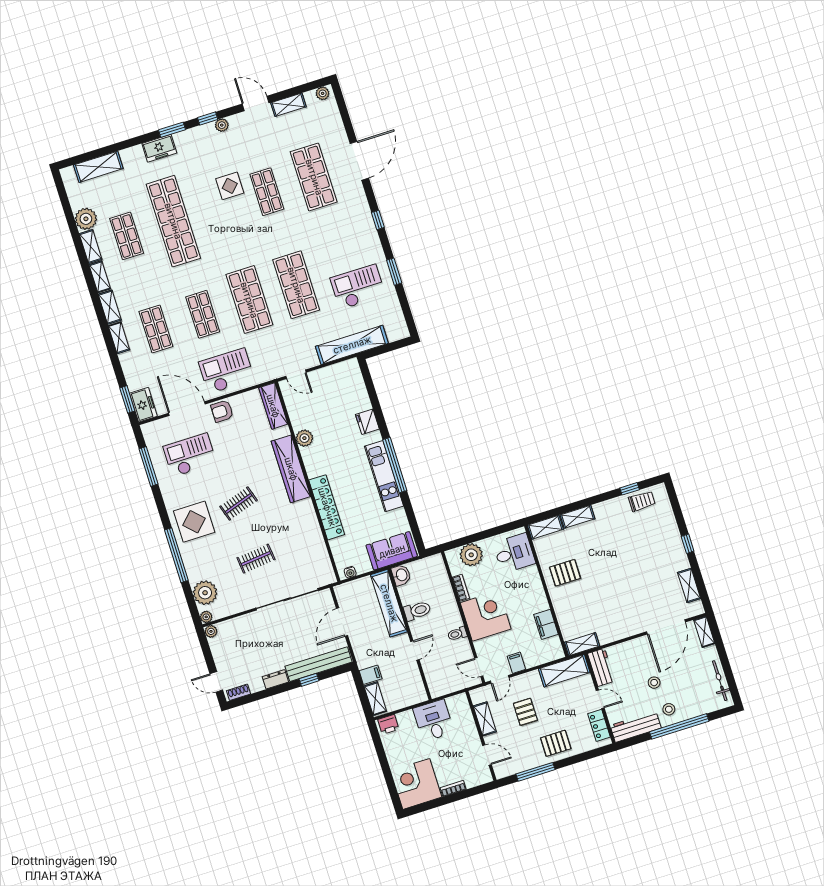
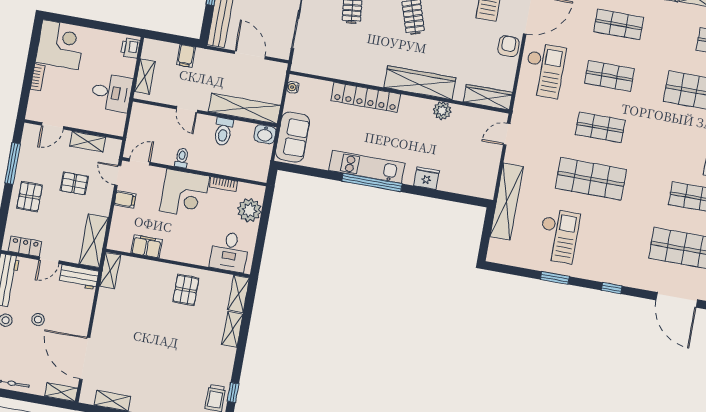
shop shelf: (249, 300) -> (600, 127), width x0.70, depth x0.74
shelving: (375, 699) -> (145, 77), moved, turned 90

